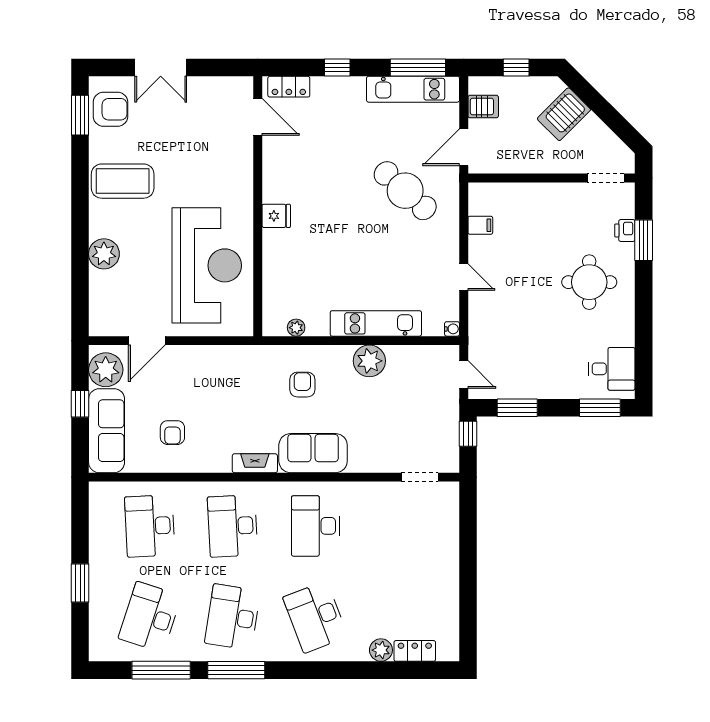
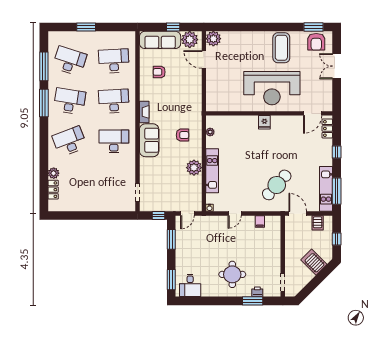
plant: (104, 254) -> (213, 39), moved
reception desk: (207, 265) -> (272, 88), moved

